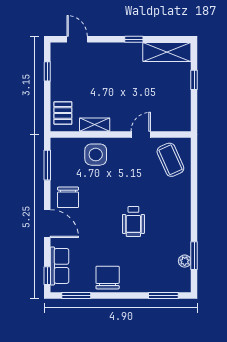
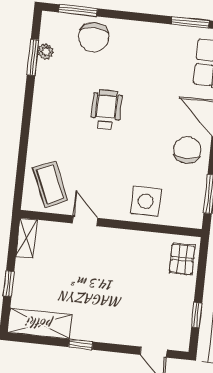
shelving: (95, 125) -> (26, 238), moved, turned 90
door: (141, 135) -> (85, 221), swing flipped
chair: (108, 278) -> (94, 37), moved

